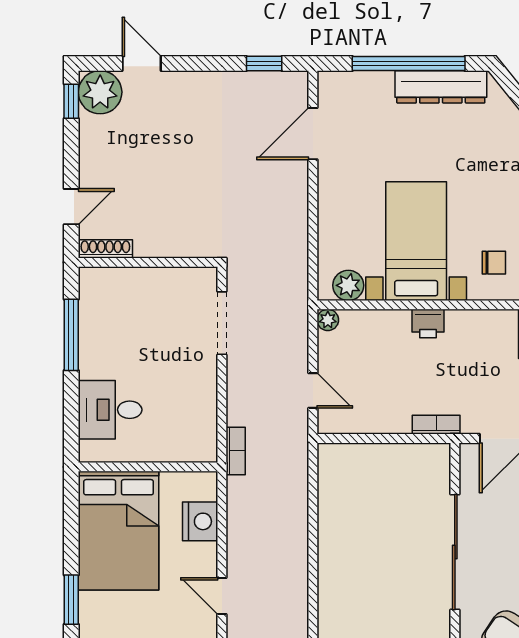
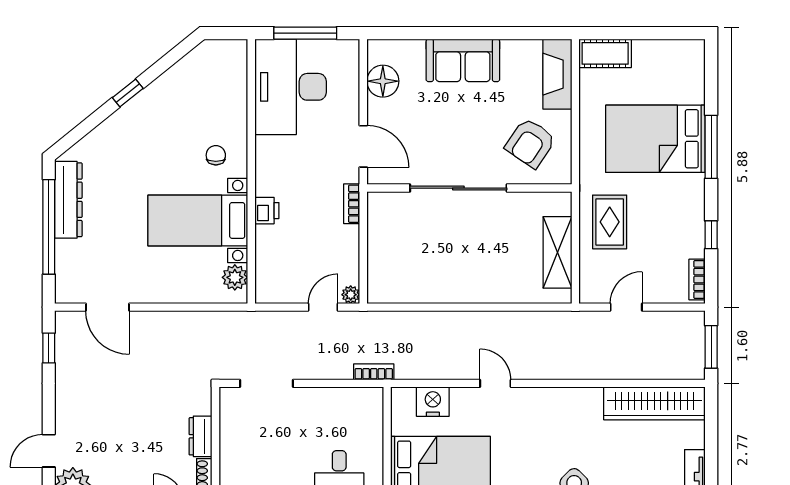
dresser: (159, 245) -> (201, 436), added
plant: (328, 320) -> (351, 295), moved
door: (222, 596) -> (495, 383), swing flipped

